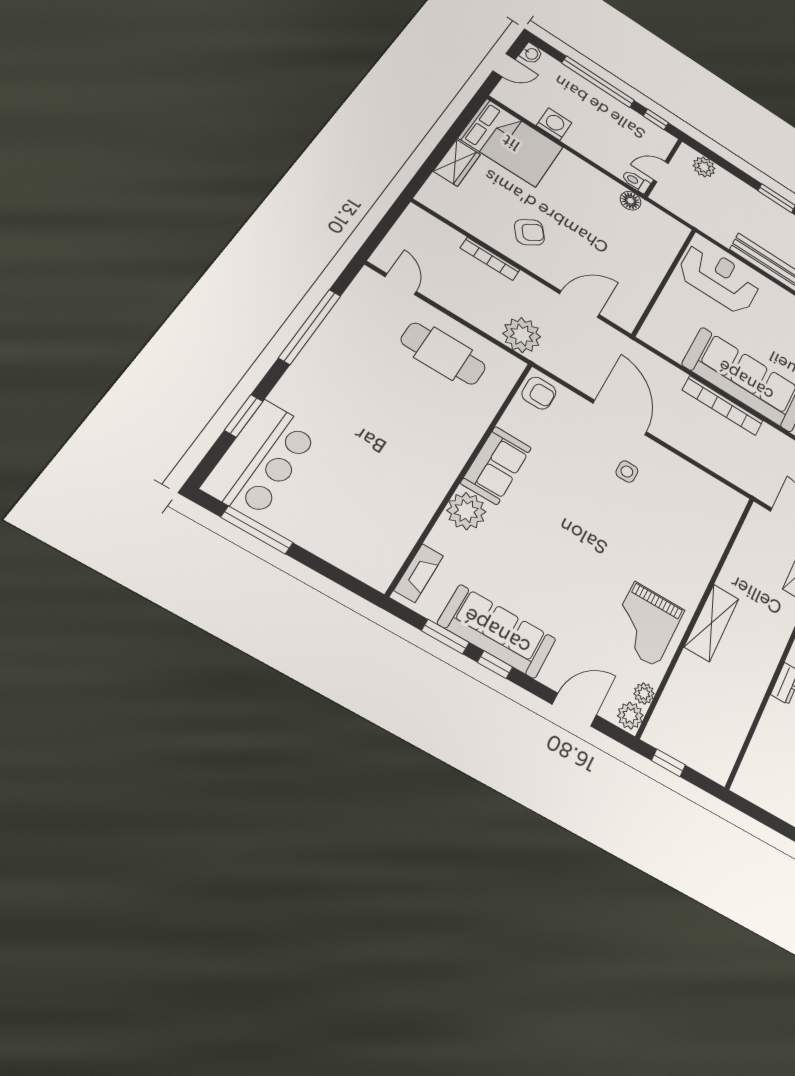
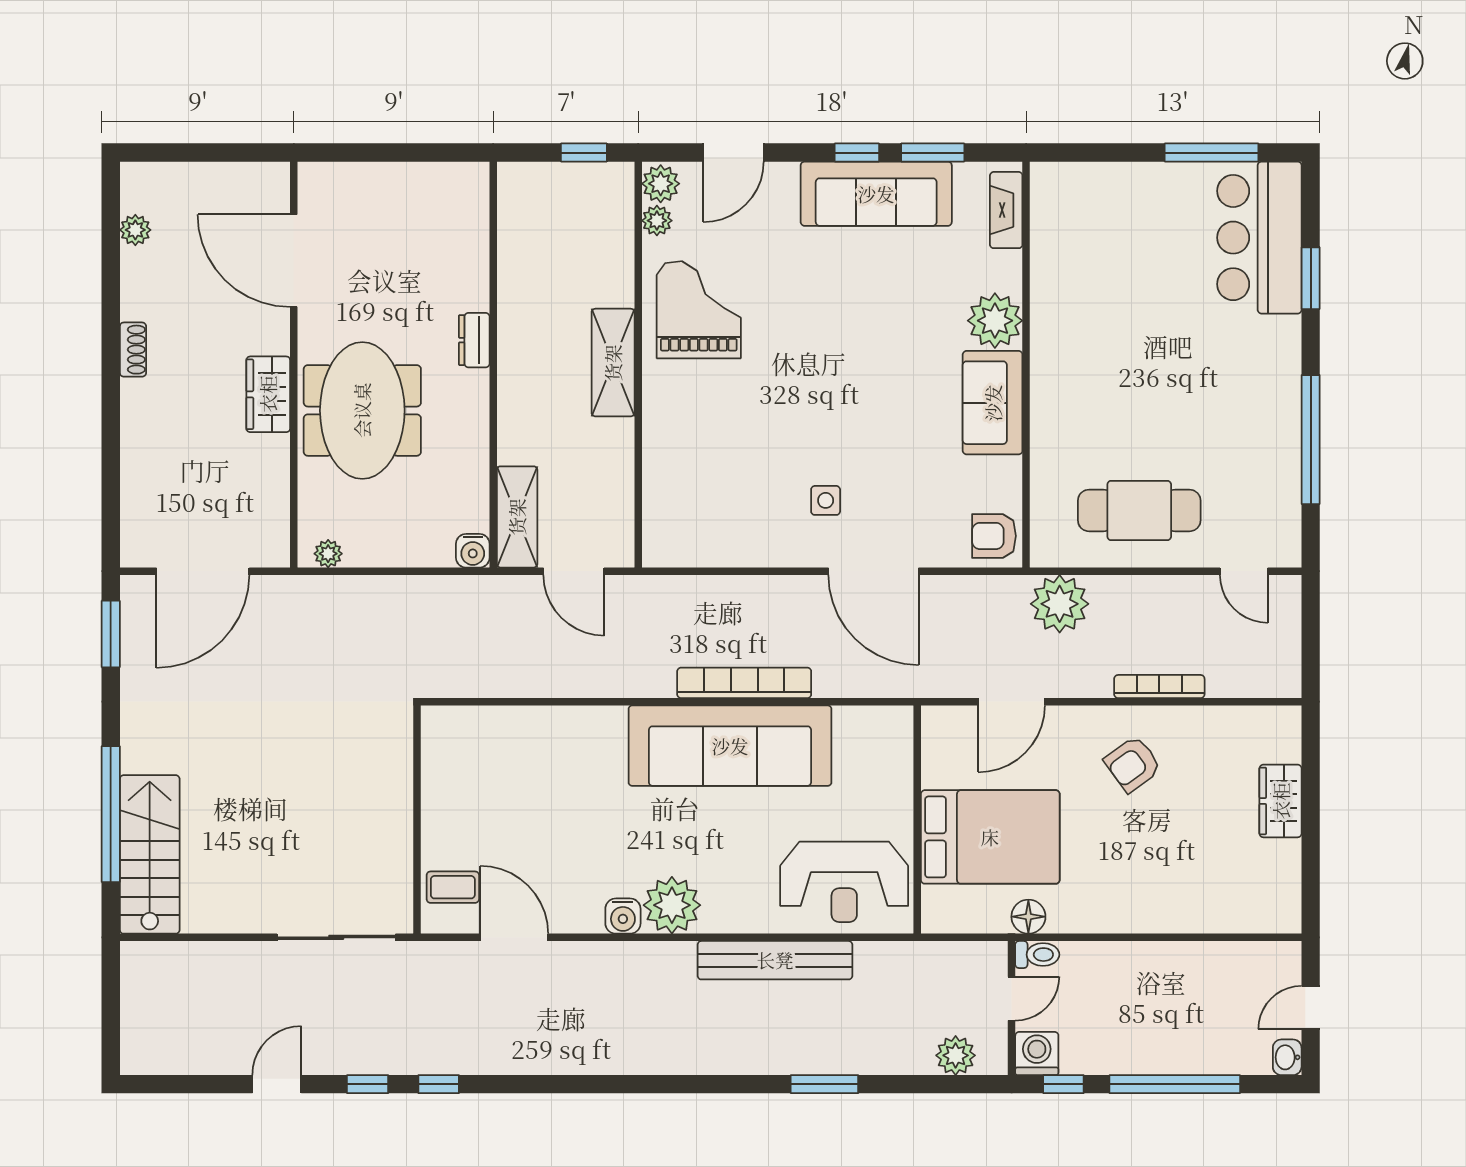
washing machine: (554, 124) -> (1037, 1053), moved, turned 180
bed: (511, 143) -> (990, 837), moved, turned 180

